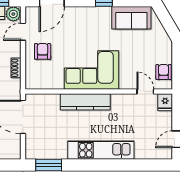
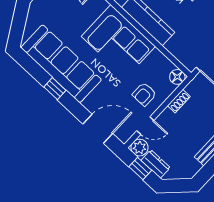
sofa: (131, 18) -> (61, 64), width x1.85, depth x1.27
floor lamp: (32, 83) -> (177, 77), added

